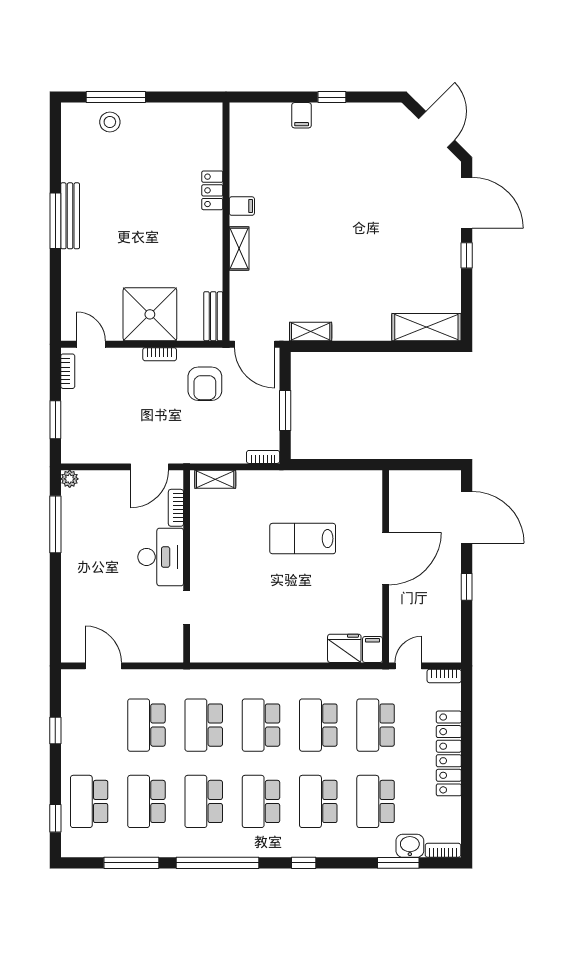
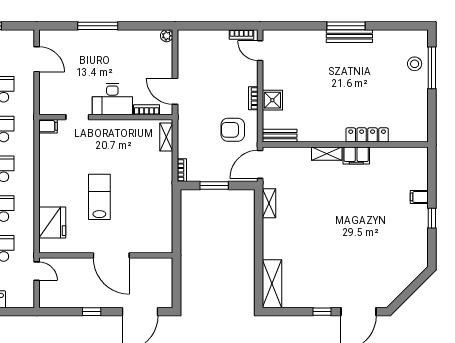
door: (437, 129) -> (409, 291), removed
locker: (212, 190) -> (367, 135), width x1.53
filing cabinet: (242, 206) -> (356, 155), width x2.00
shower: (150, 314) -> (272, 100), width x0.54, depth x0.54
door: (91, 344) -> (260, 51), swing flipped
window: (55, 420) -> (208, 26), removed
window: (55, 524) -> (98, 26), moved
lab bench: (303, 539) -> (99, 197), moved
fridge: (344, 648) -> (52, 223), width x1.36, depth x1.34
filing cabinet: (373, 650) -> (48, 126), moved
door: (103, 666) -> (37, 59), hinge flipped
bookcase: (444, 676) -> (30, 296), removed

